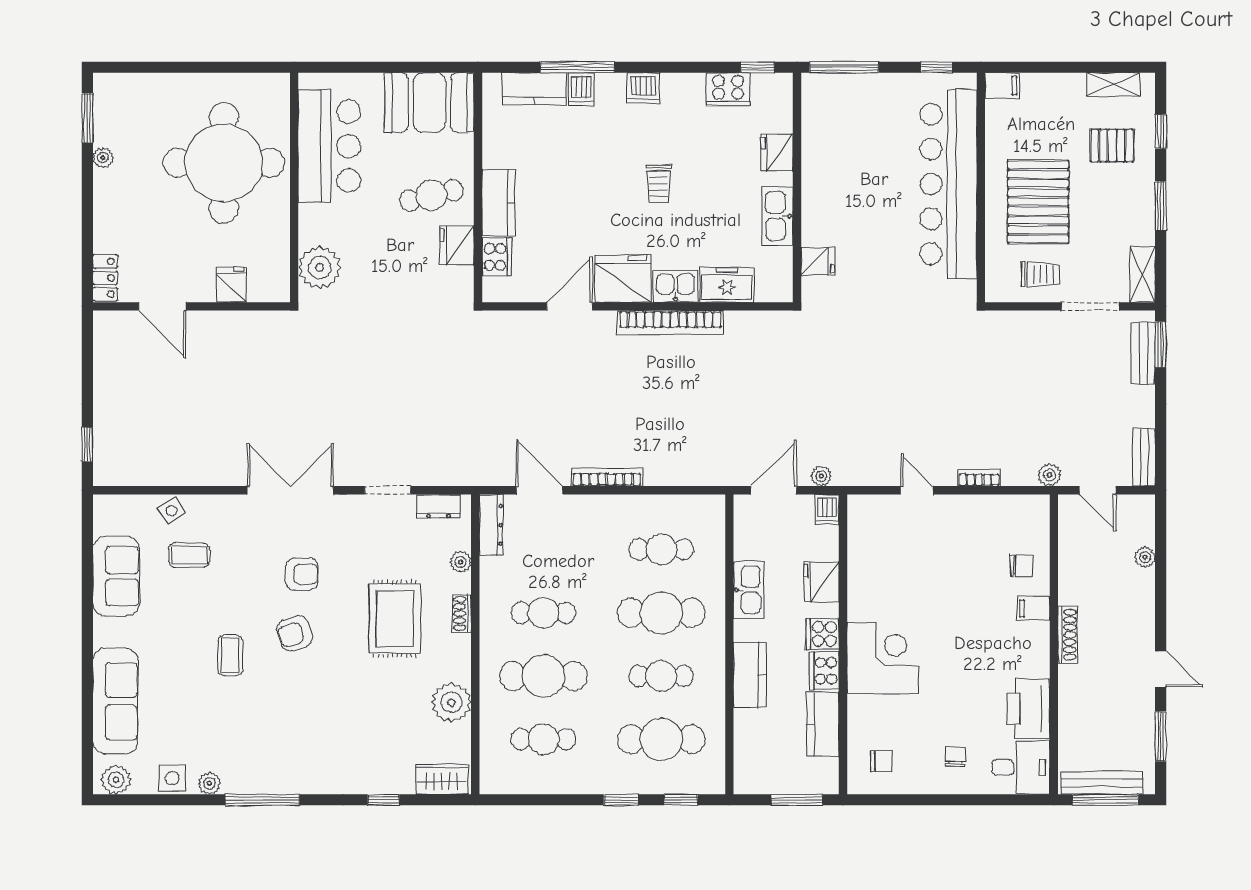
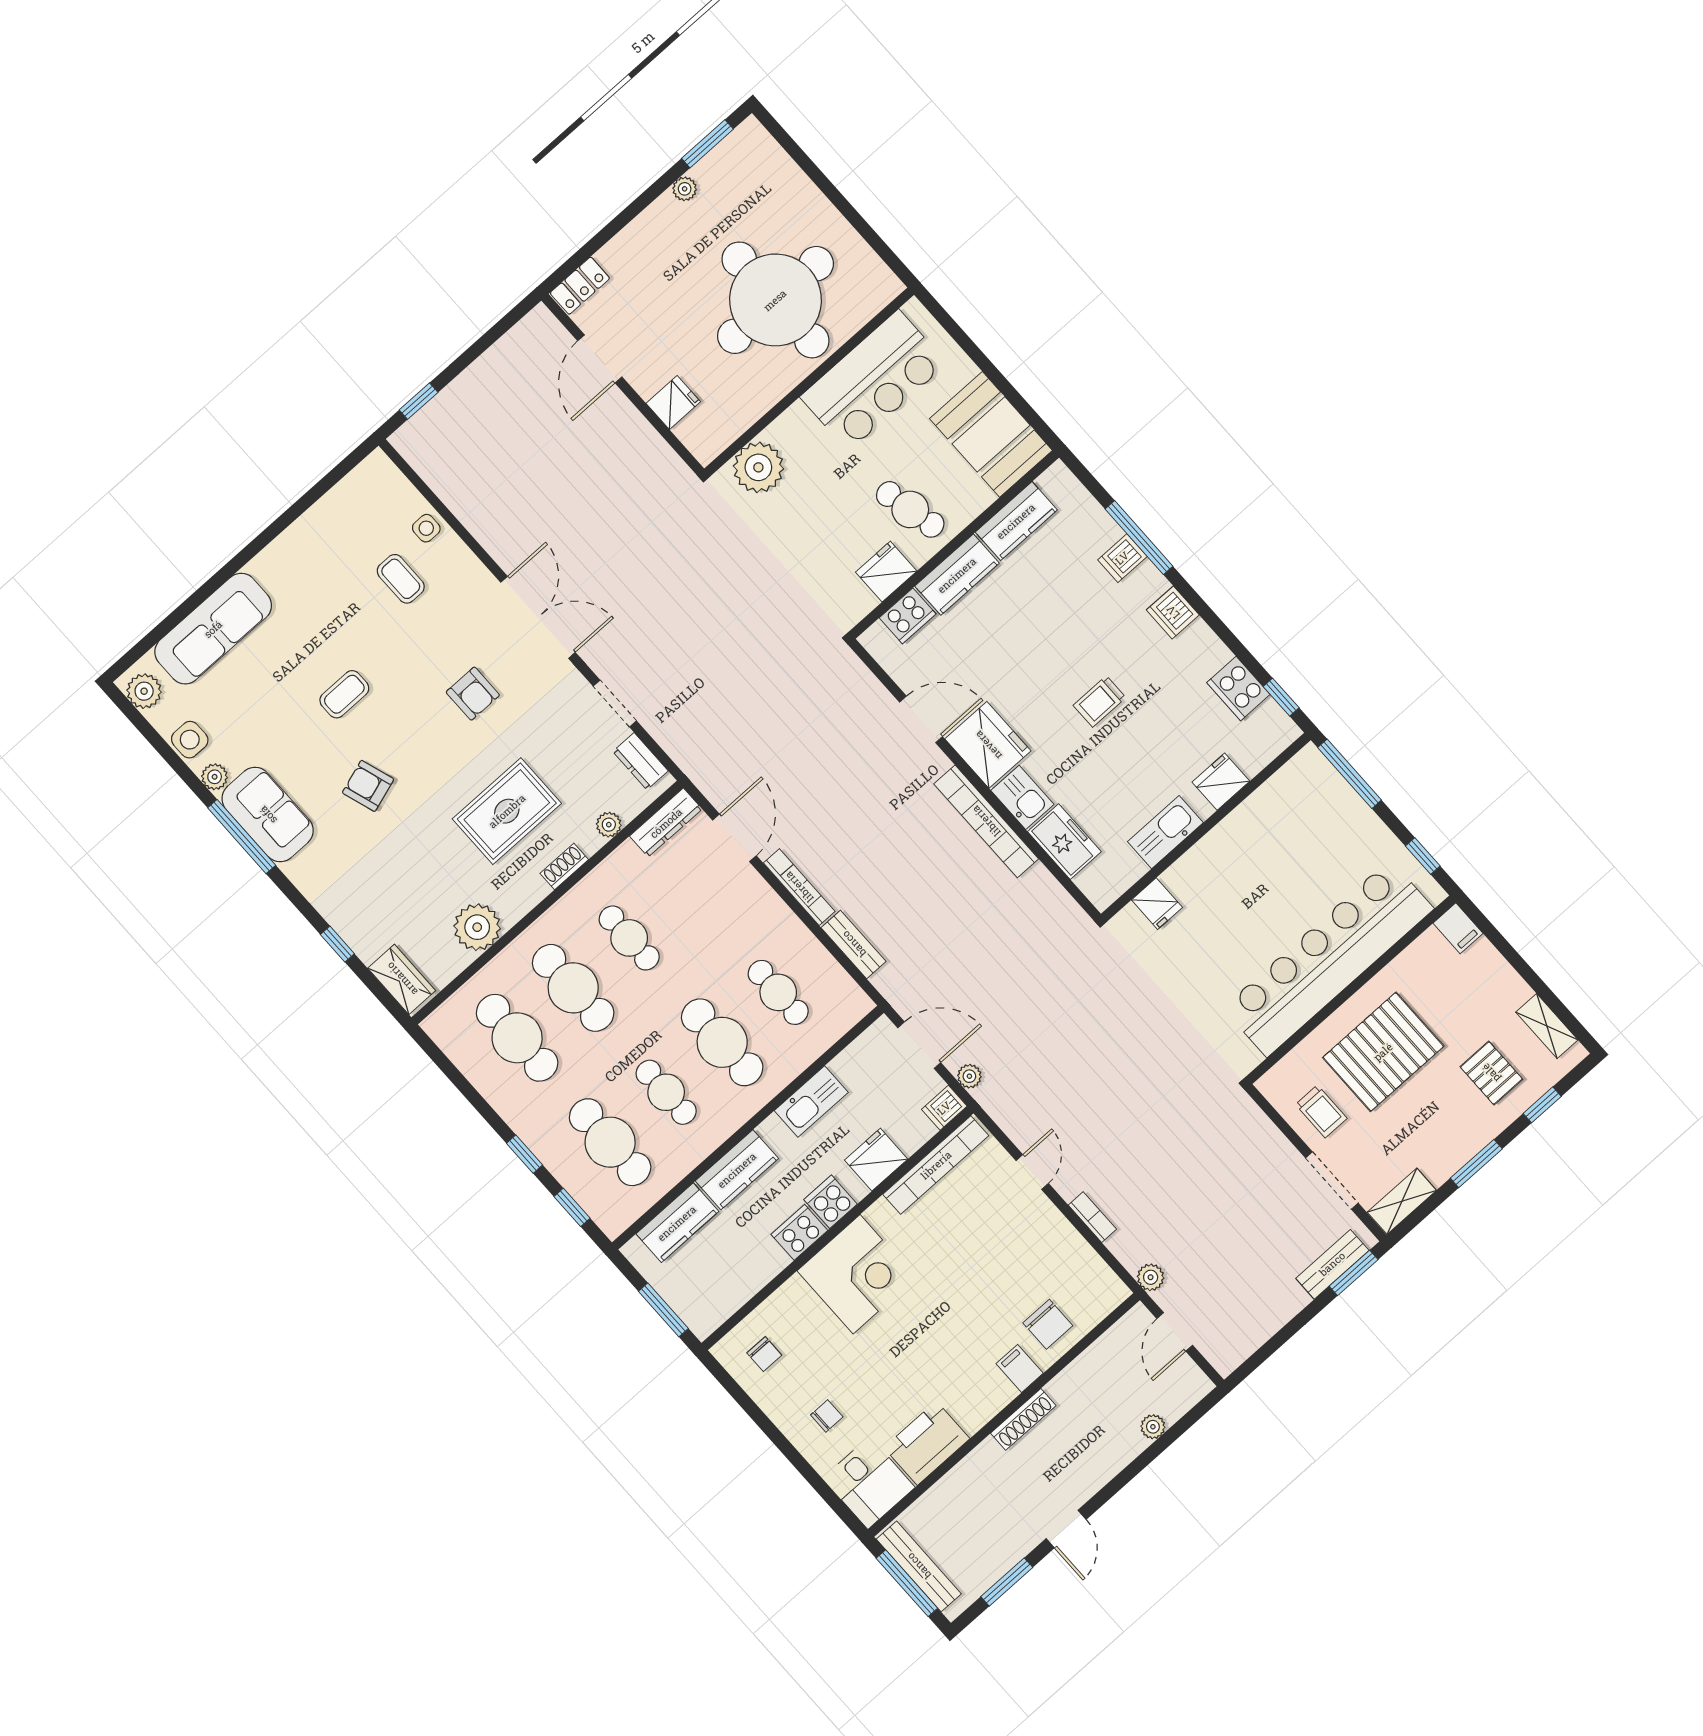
kitchen counter: (534, 89) -> (1016, 521), moved, turned -90
bench: (1144, 457) -> (854, 944), moved, turned 90
side table: (172, 511) -> (426, 528), turned 34
bookcase: (858, 547) -> (936, 1165), added
chair: (1021, 566) -> (1048, 1324), width x1.37, depth x1.37
sofa: (116, 576) -> (268, 815), moved, turned -90
armchair: (295, 633) -> (368, 786), moved
kitchen counter: (823, 724) -> (677, 1223), moved, turned 180
cafe table: (543, 739) -> (517, 1038), width x1.37, depth x1.35

